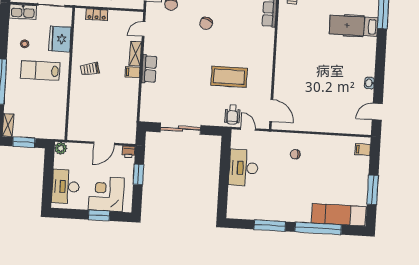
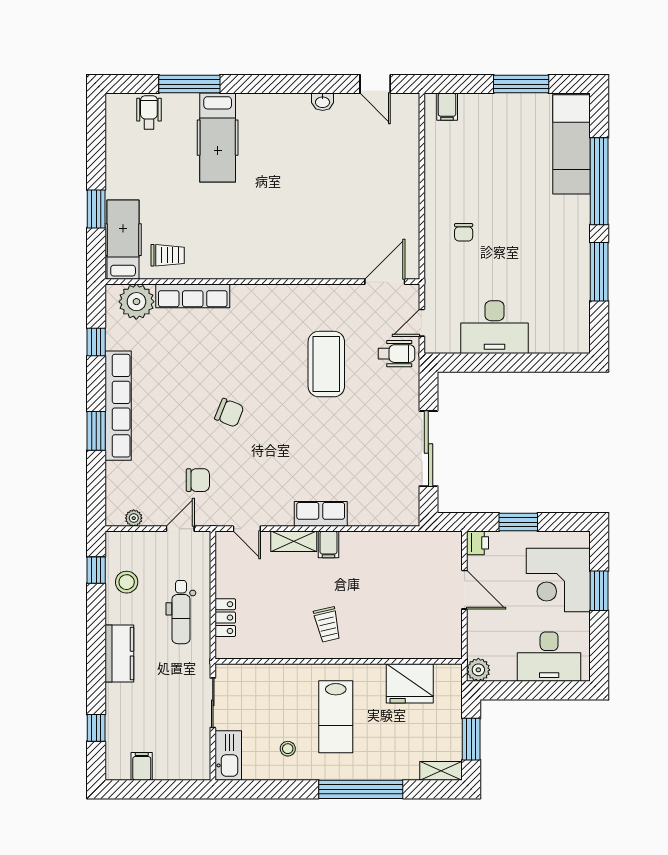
fridge: (60, 39) -> (410, 683), moved

